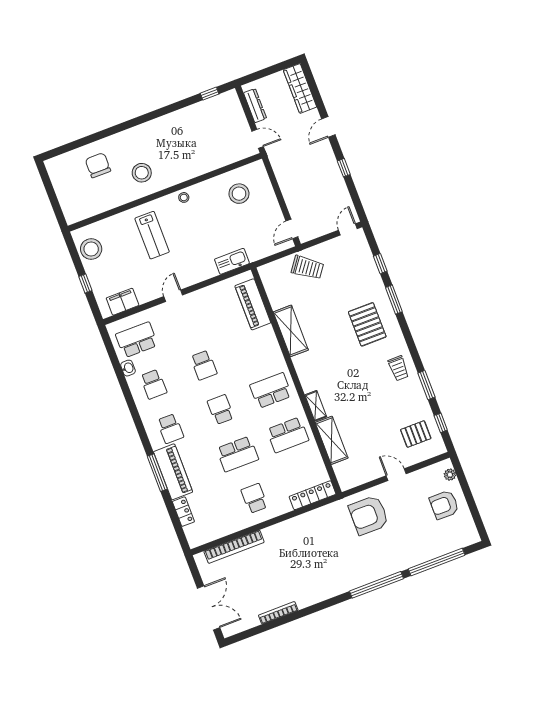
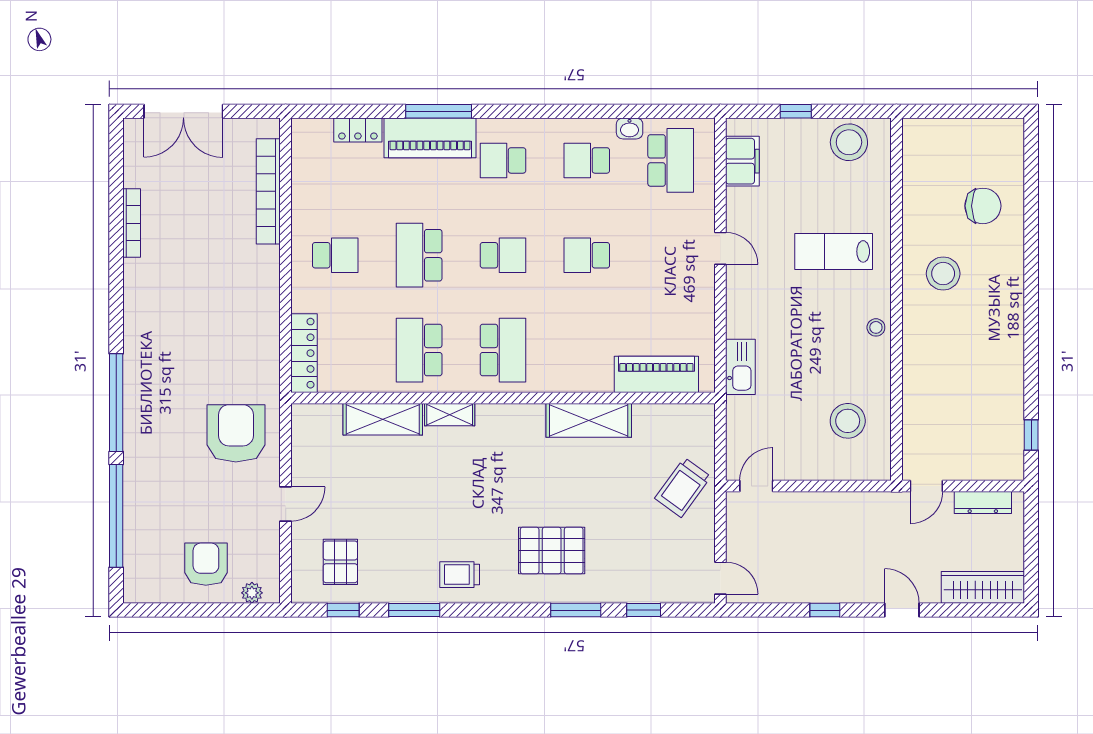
door: (292, 229) -> (756, 486), hinge flipped

